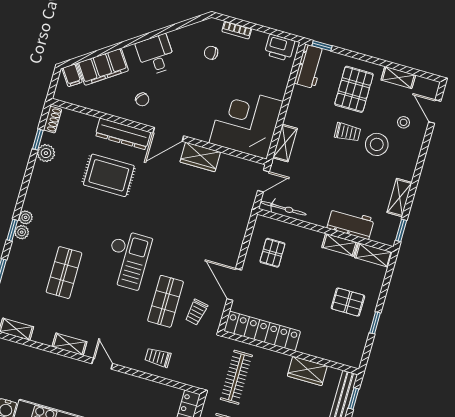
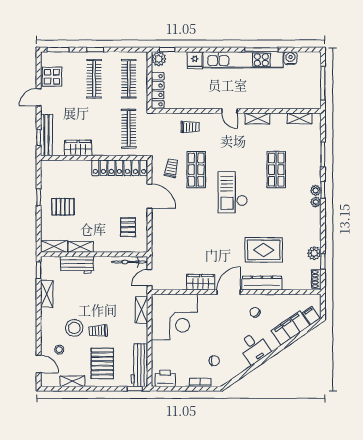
workbench: (310, 66) -> (139, 365), width x1.38

